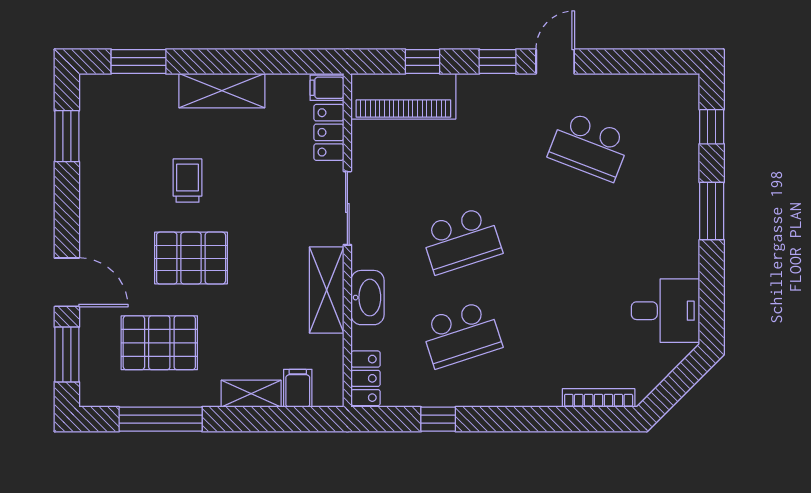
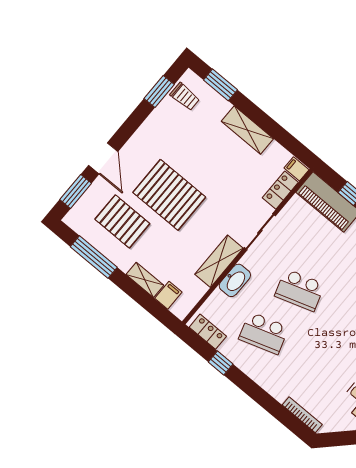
trolley: (187, 181) -> (185, 97), moved, turned 90
pallet: (191, 258) -> (169, 195), width x1.37, depth x1.41
locker: (366, 378) -> (208, 332), moved, turned -90

